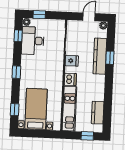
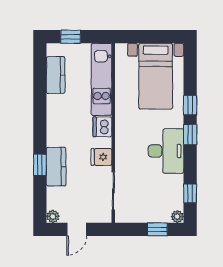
desk: (33, 41) -> (166, 151), moved
kitchen counter: (100, 56) -> (56, 167), width x0.67
window: (15, 110) -> (190, 105), moved

